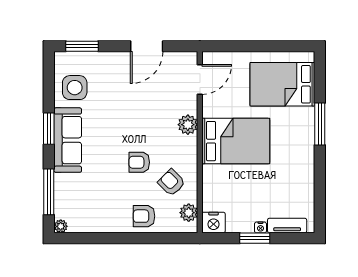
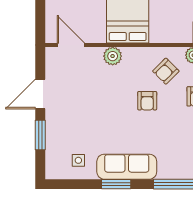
window: (82, 46) -> (40, 135), moved
door: (147, 46) -> (40, 94), swing flipped
side table: (75, 88) -> (78, 160), width x0.54, depth x0.54

